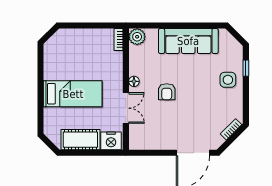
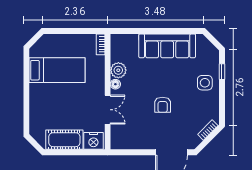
plant: (137, 37) -> (118, 70), moved
armchair: (167, 92) -> (163, 105), moved
bed: (73, 94) -> (57, 70), moved

